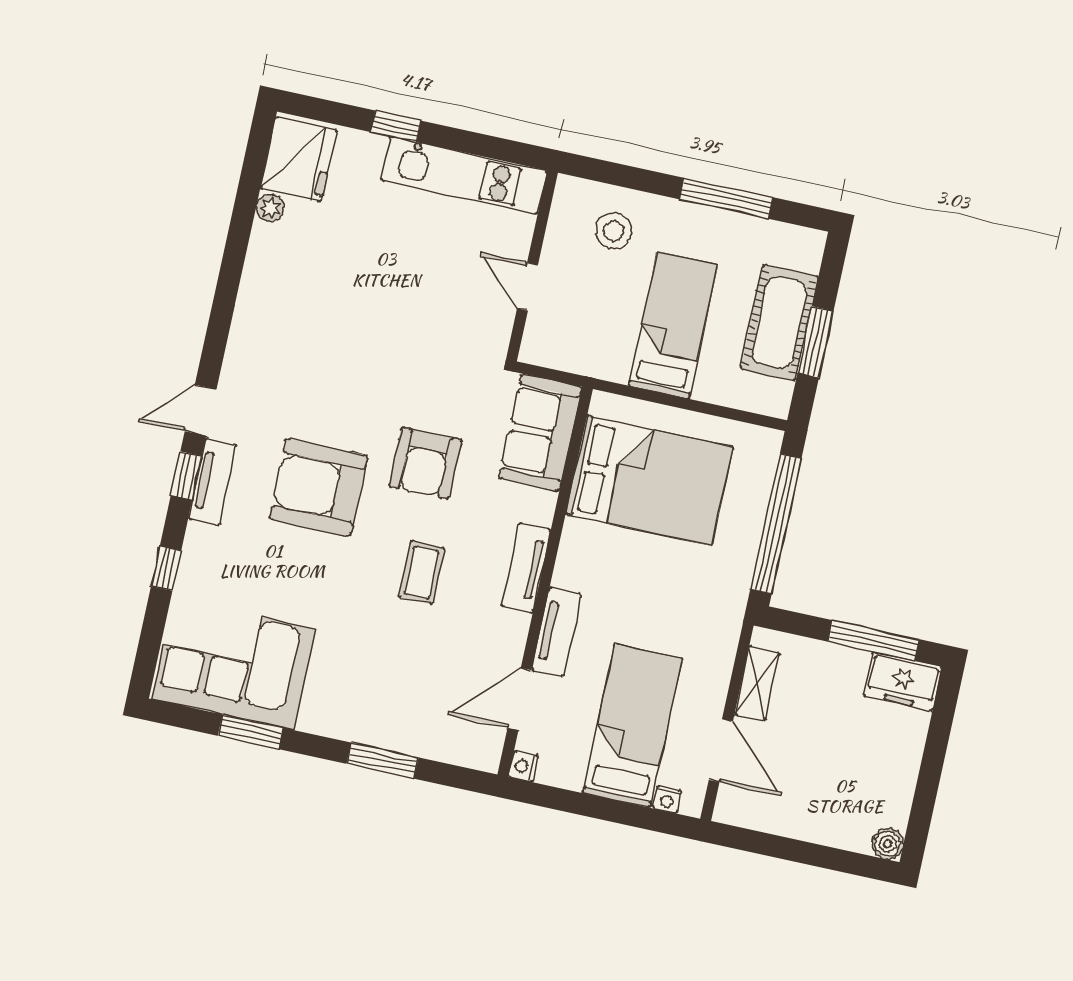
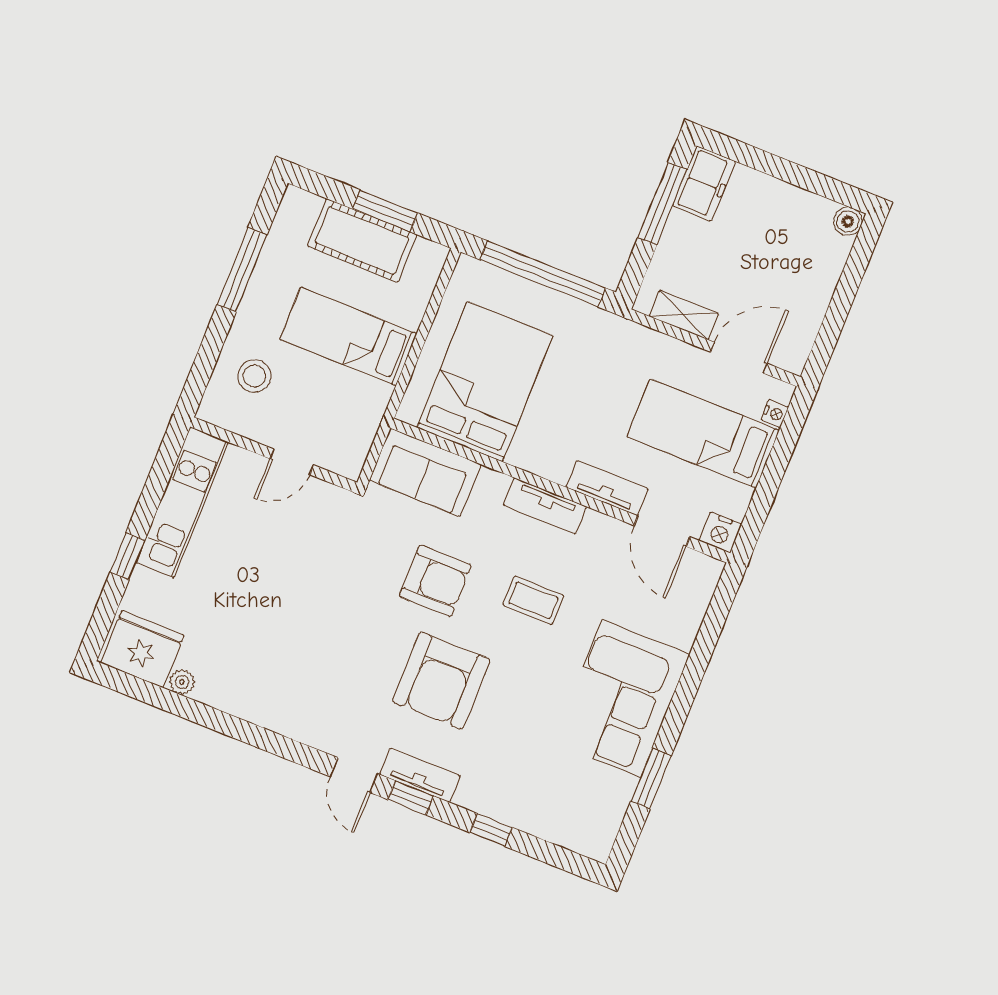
corner sofa: (234, 664) -> (621, 699), moved
window: (383, 761) -> (697, 664), removed
nightstand: (523, 766) -> (720, 532), width x1.39, depth x1.35

